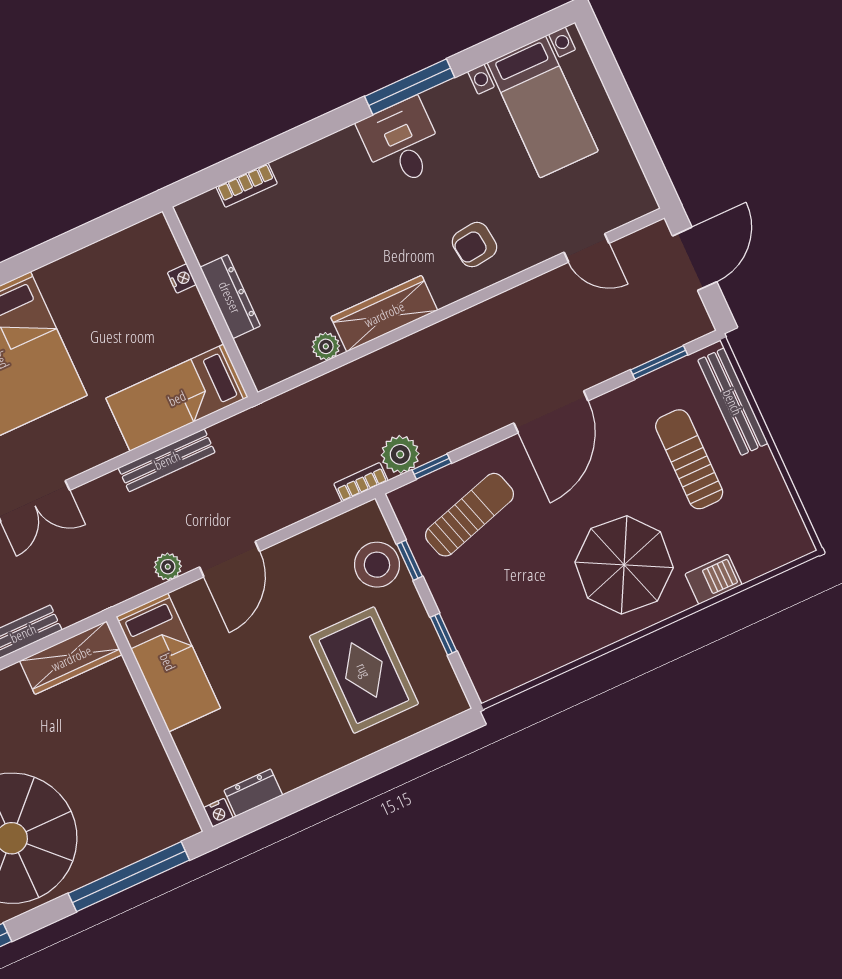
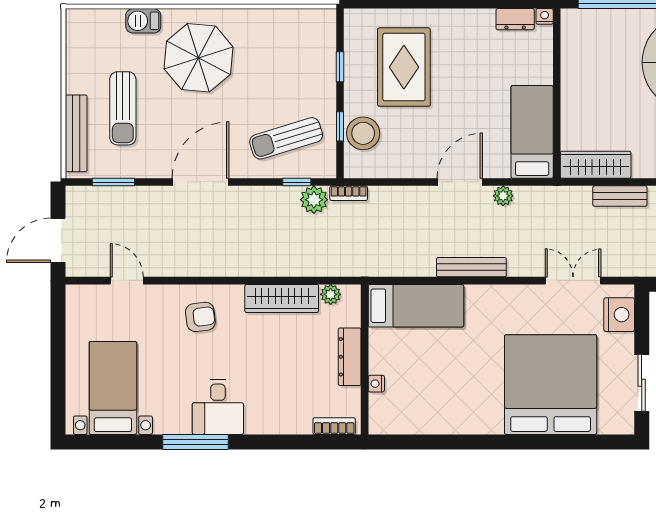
nightstand: (182, 278) -> (376, 384), moved
dresser: (230, 297) -> (350, 357), moved
wall: (210, 302) -> (365, 359), moved
bed: (177, 398) -> (416, 306), moved

